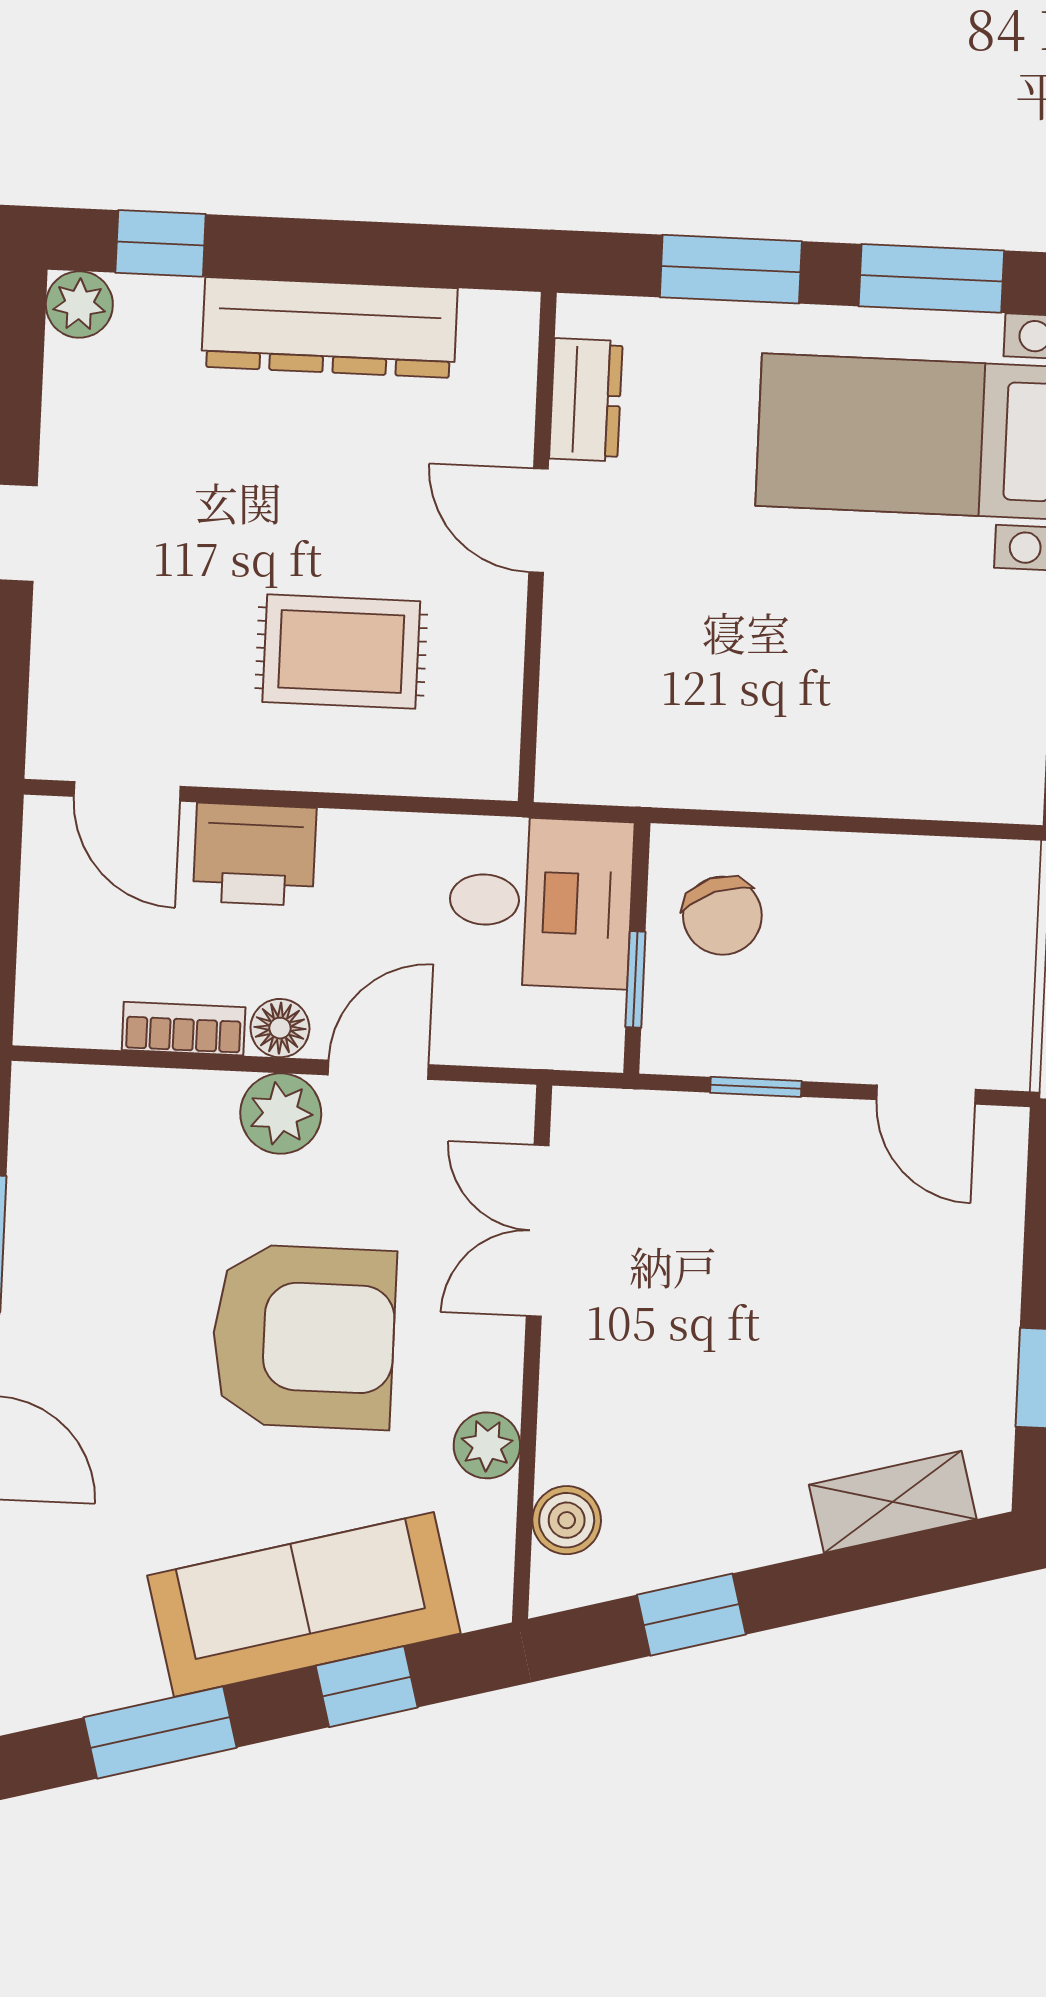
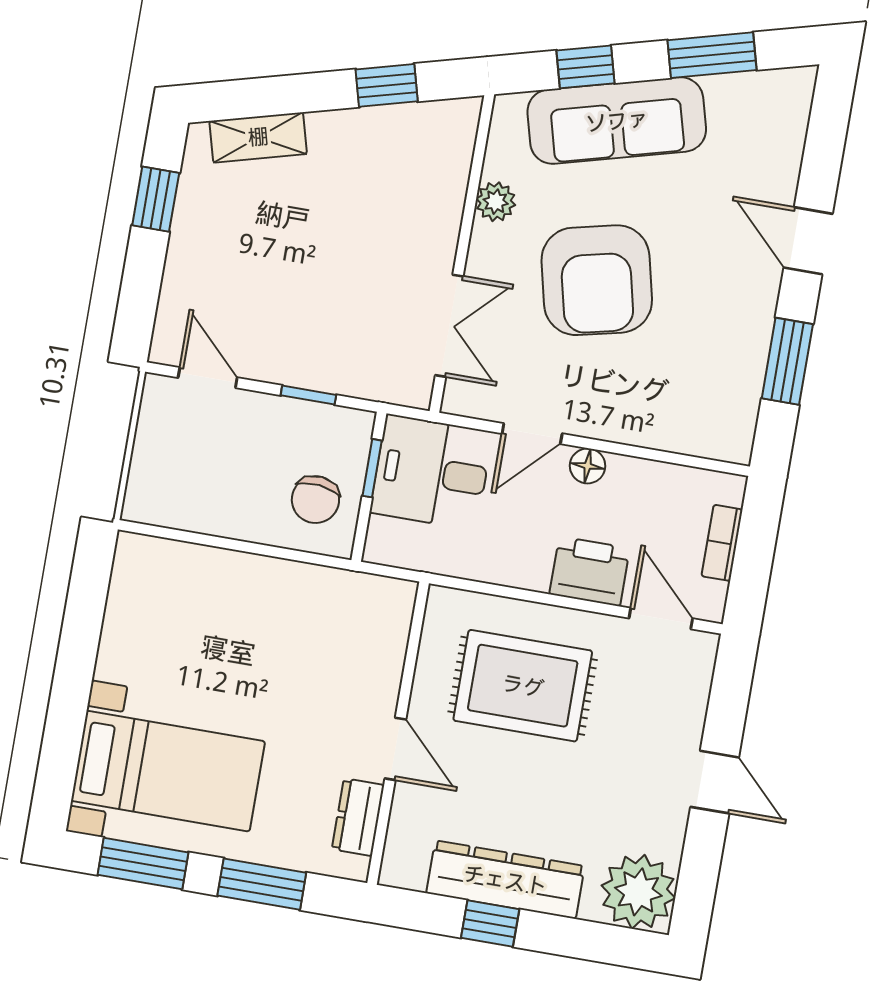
window: (161, 243) -> (490, 924), moved
plant: (79, 305) -> (638, 892), width x1.88, depth x1.88
rug: (341, 652) -> (523, 686), width x1.36, depth x1.43
desk: (540, 902) -> (431, 472), moved
chair: (722, 916) -> (315, 500), turned -153
bookcase: (184, 1029) -> (722, 543), moved, turned 90
plant: (281, 1114) -> (594, 415), removed
armchair: (304, 1337) -> (597, 280), turned -103
boiler: (567, 1520) -> (454, 151), removed

